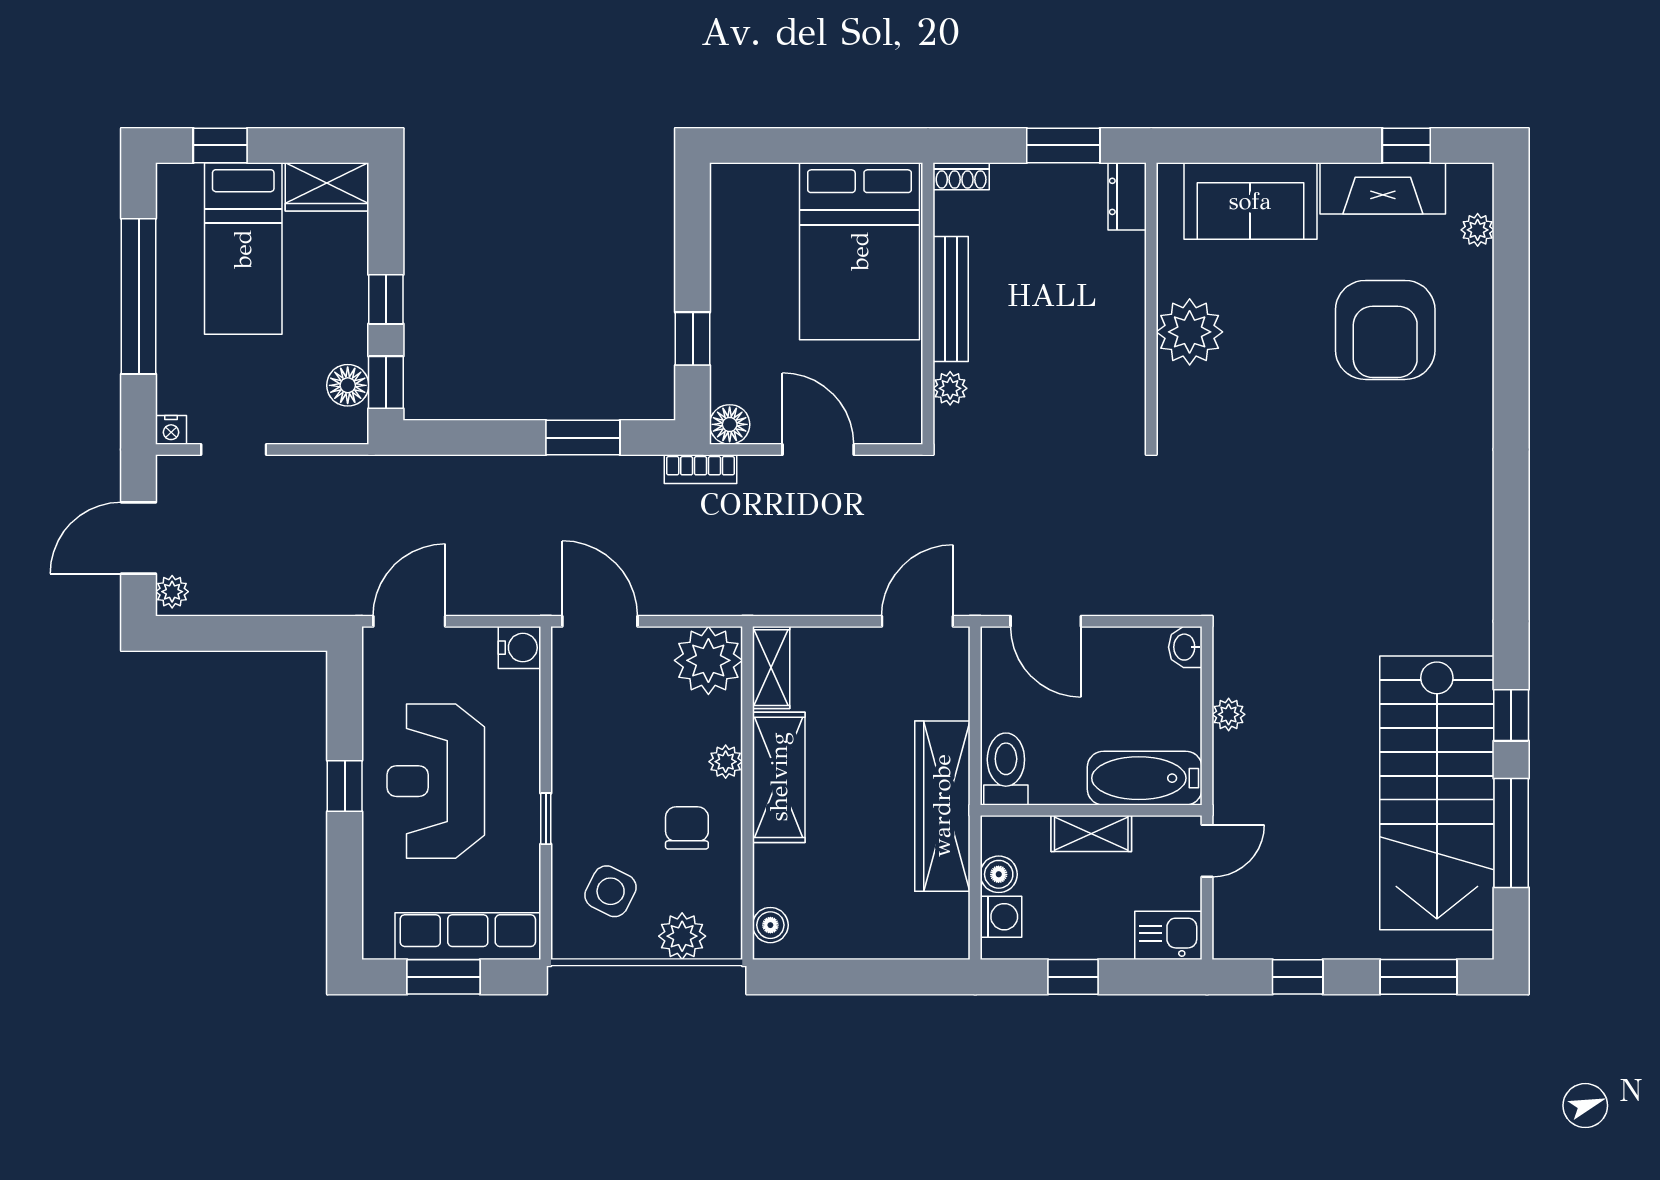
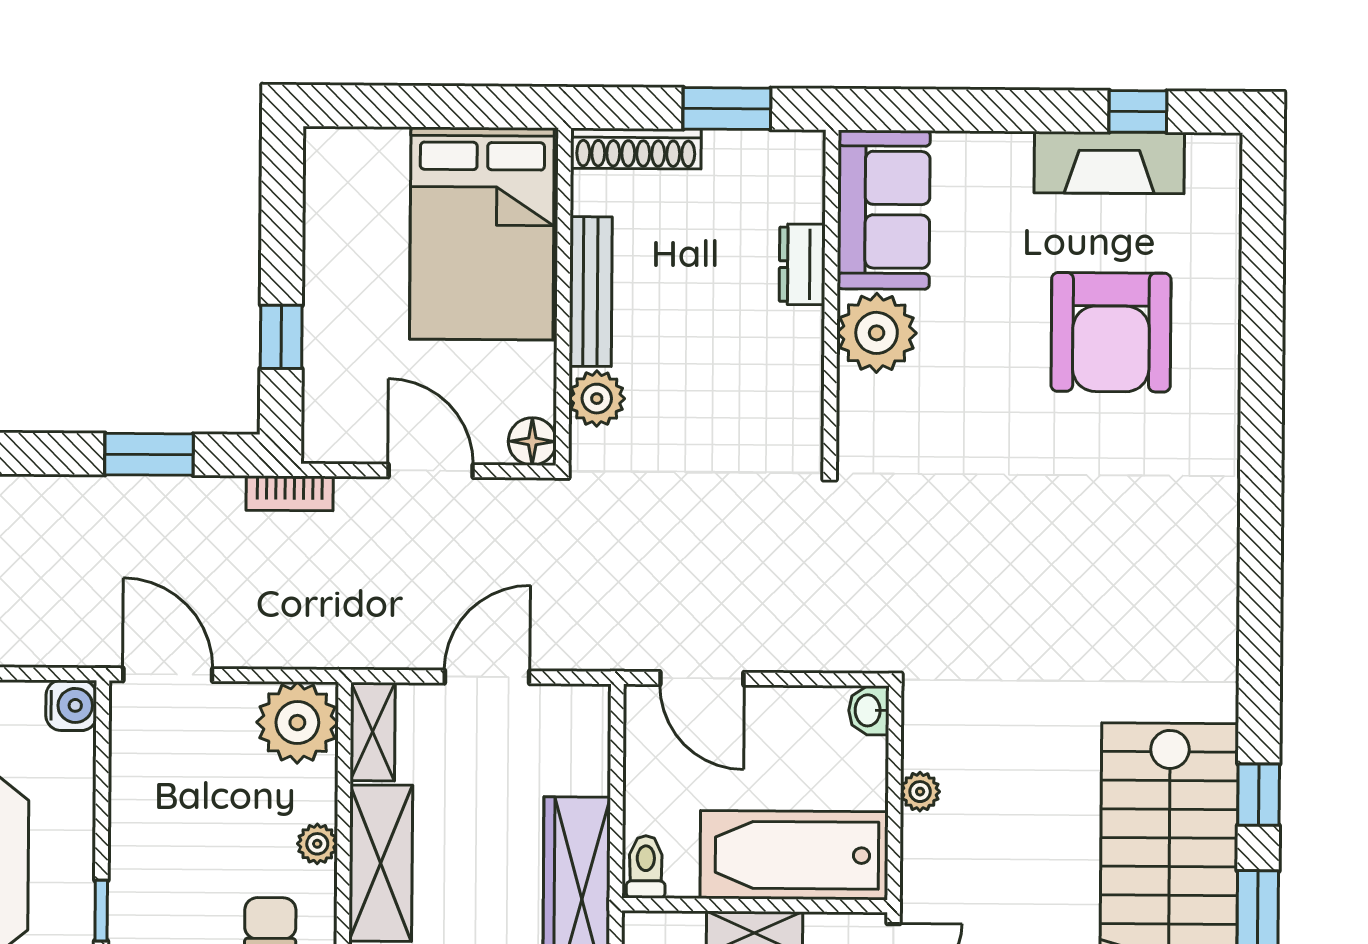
shoe rack: (961, 176) -> (636, 149), width x1.94, depth x1.24
dresser: (1127, 196) -> (802, 264), moved
sofa: (1250, 201) -> (884, 210), moved, turned -90
plant: (1478, 230) -> (1222, 213), removed
plant: (950, 388) -> (597, 399), width x1.38, depth x1.38
floor lamp: (730, 424) -> (532, 441), moved
door: (917, 621) -> (487, 677), moved
toilet: (1006, 769) -> (646, 867), width x0.73, depth x0.72
bathtub: (1145, 778) -> (794, 855), width x1.36, depth x1.36

